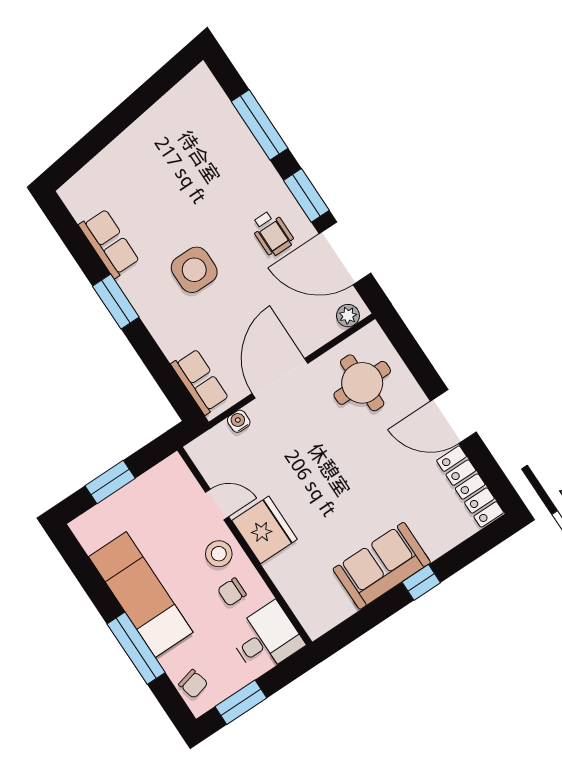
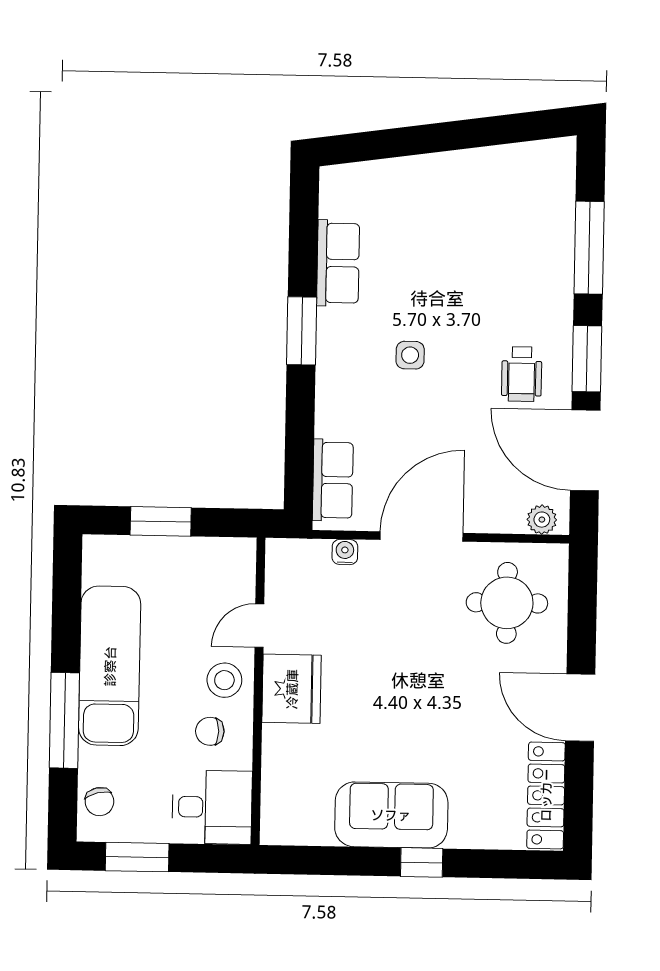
side table: (194, 270) -> (410, 355), width x0.54, depth x0.54
door: (217, 504) -> (259, 626), swing flipped

